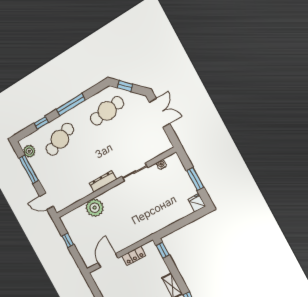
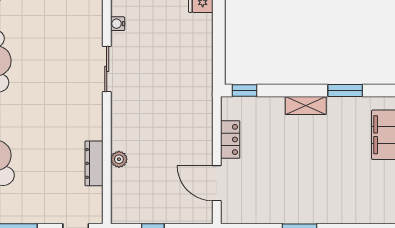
dresser: (103, 181) -> (94, 163), moved
plant: (95, 208) -> (119, 159), width x0.53, depth x0.53

